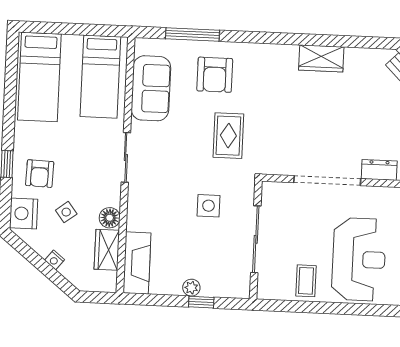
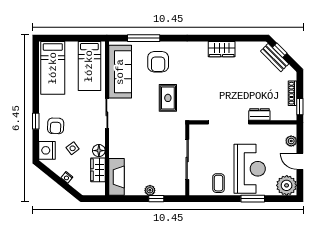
sofa: (151, 88) -> (120, 72), width x1.36
side table: (209, 206) -> (158, 141), removed
window: (362, 309) -> (253, 199), added

